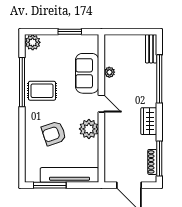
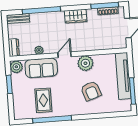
dresser: (115, 41) -> (14, 48), added
plant: (33, 42) -> (16, 67), moved
rug: (42, 91) -> (43, 100), moved

